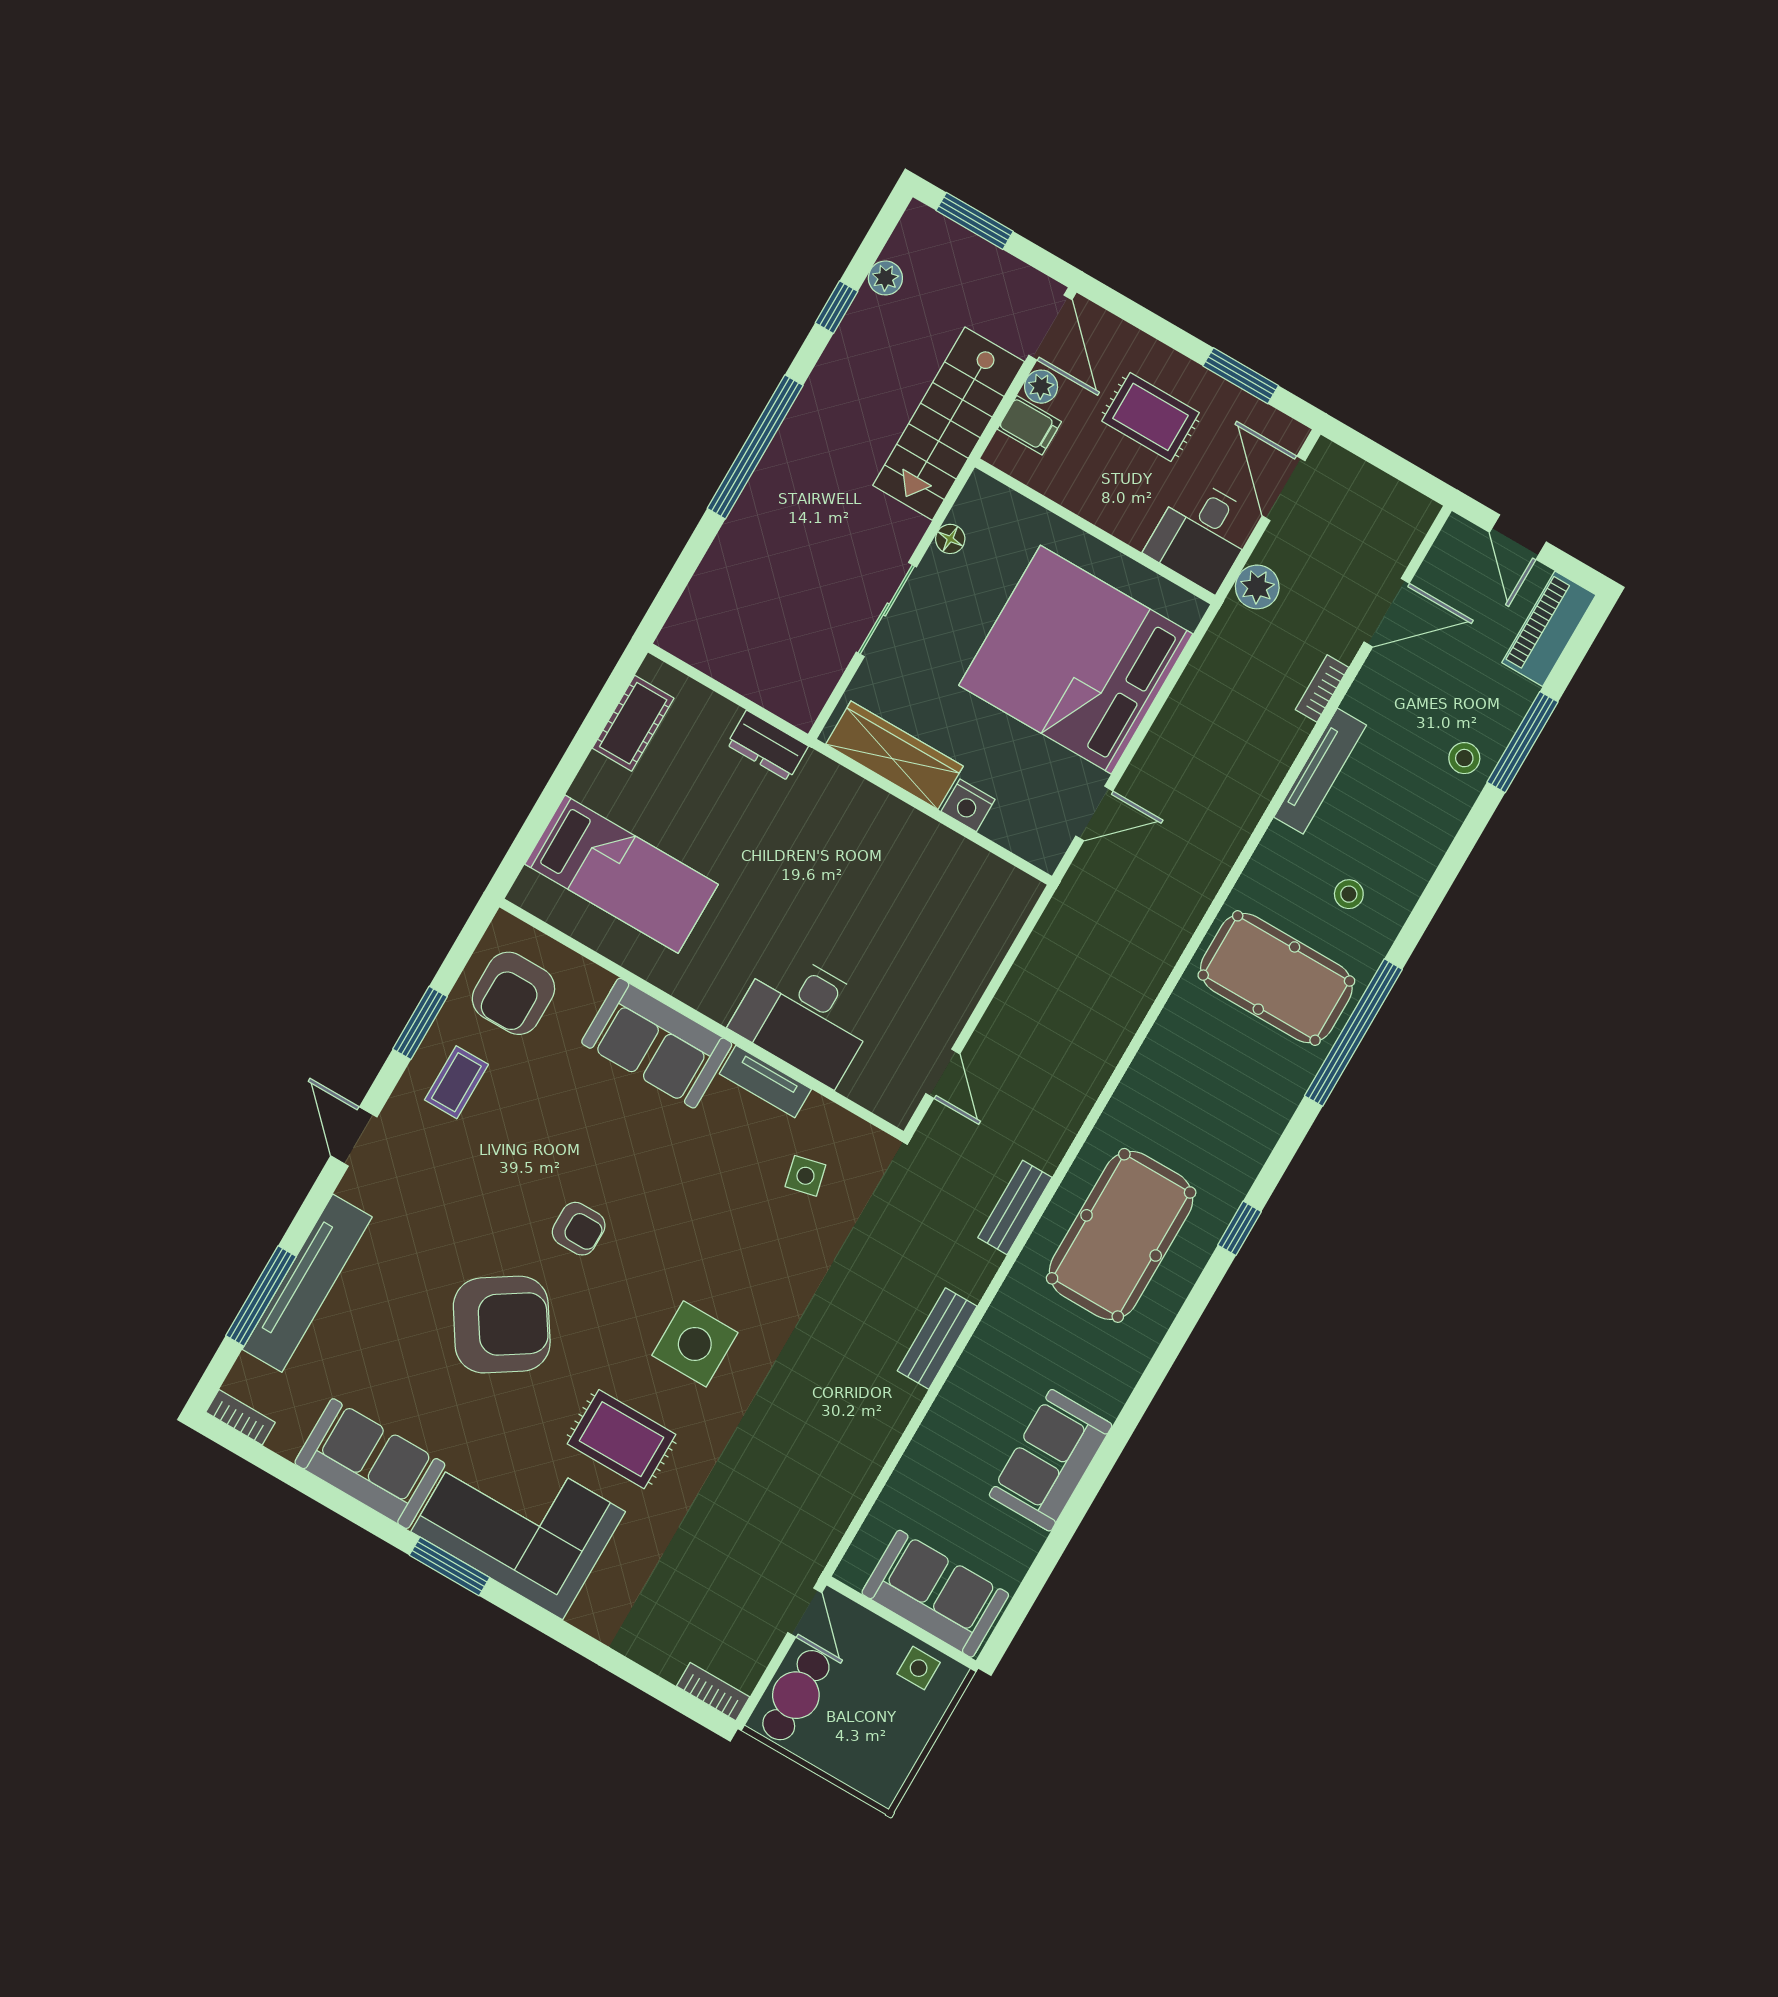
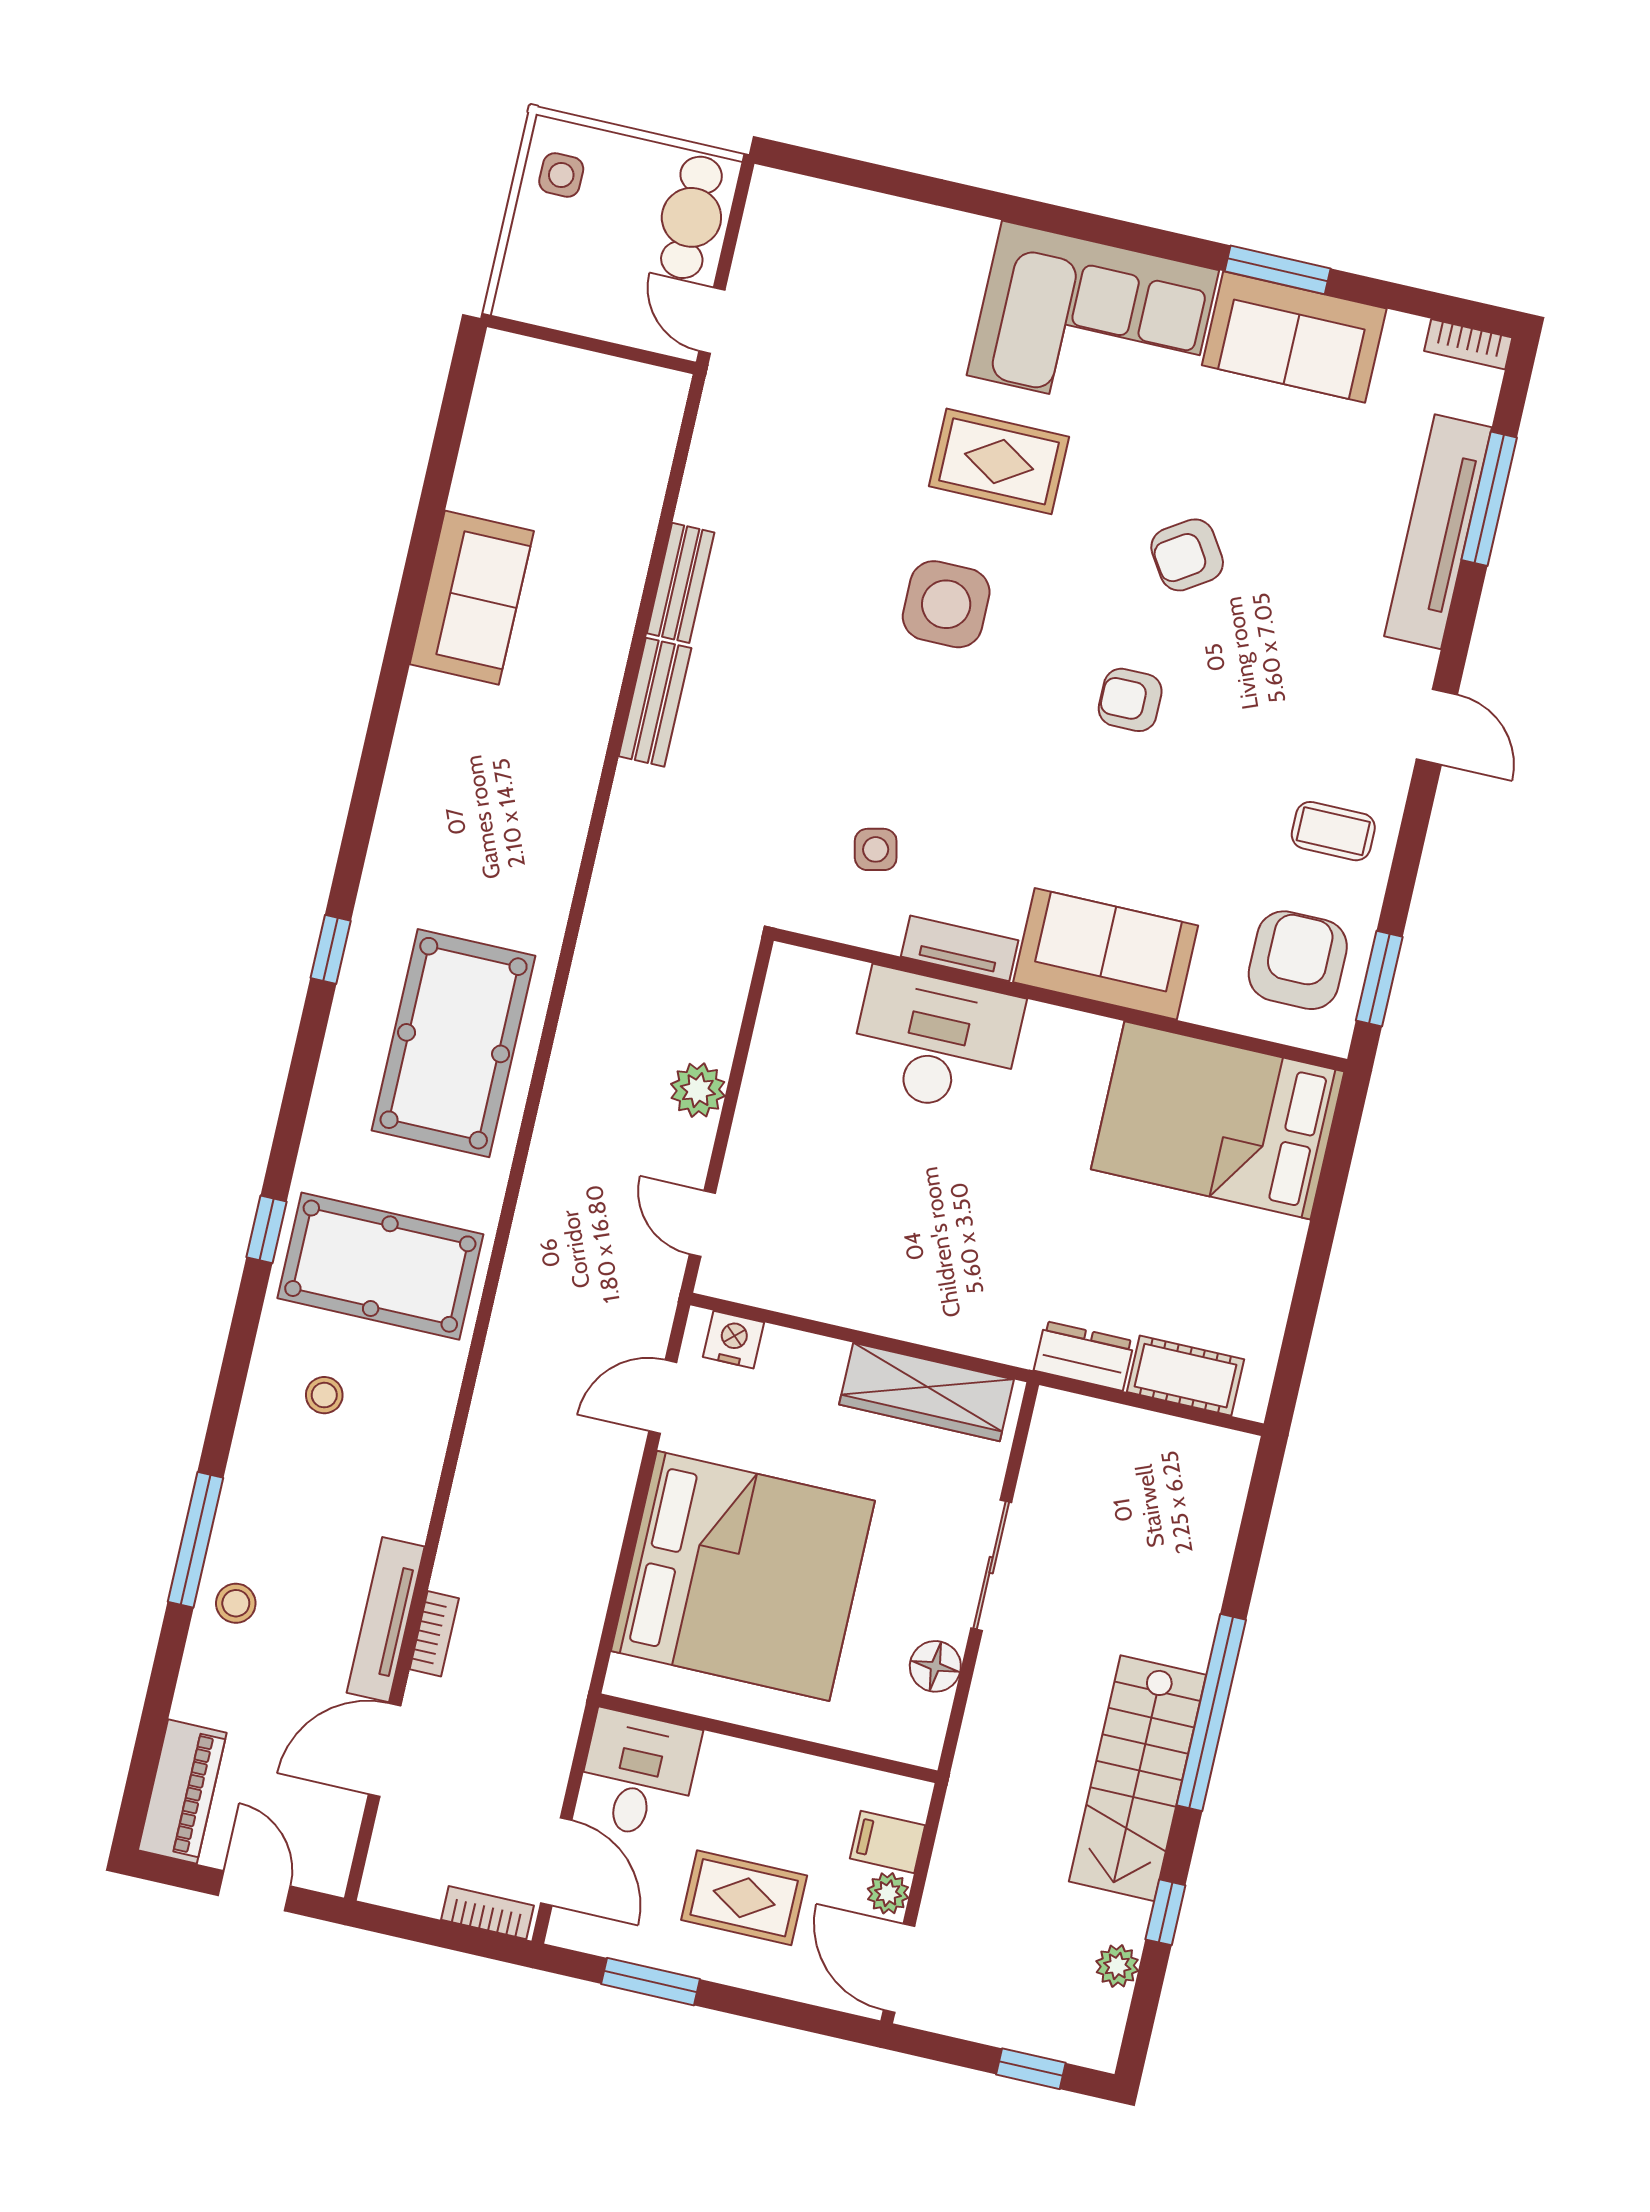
window: (975, 221) -> (1031, 2069), width x0.67
stairs: (949, 424) -> (1137, 1778), moved, turned 180
floor lamp: (950, 539) -> (935, 1666), width x1.37, depth x1.37
plant: (1257, 587) -> (698, 1090), moved
cot: (633, 723) -> (1186, 1376), moved, turned 90
window: (1522, 742) -> (195, 1540), moved
tv unit: (1320, 771) -> (386, 1620), moved
nightstand: (968, 805) -> (733, 1340), moved
bed: (622, 874) -> (1218, 1120), width x1.50
window: (420, 1023) -> (1379, 979), moved
window: (1353, 1033) -> (266, 1229), width x0.32
door: (943, 1074) -> (702, 1224), moved
coffee table: (456, 1082) -> (1333, 831), turned 90
bench: (1015, 1207) -> (681, 583), moved
pool table: (1121, 1235) -> (454, 1043), moved
armchair: (502, 1325) -> (1187, 555), width x0.53, depth x0.53
window: (449, 1566) -> (1278, 270), moved
sofa: (935, 1594) -> (561, 393), removed
side table: (919, 1668) -> (561, 175), moved
bookcase: (713, 1692) -> (488, 1913), moved, turned 180

